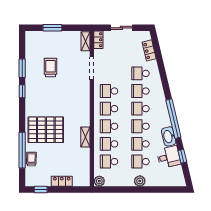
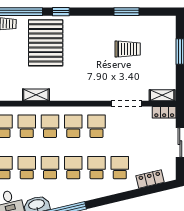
window: (22, 91) -> (61, 12), moved

